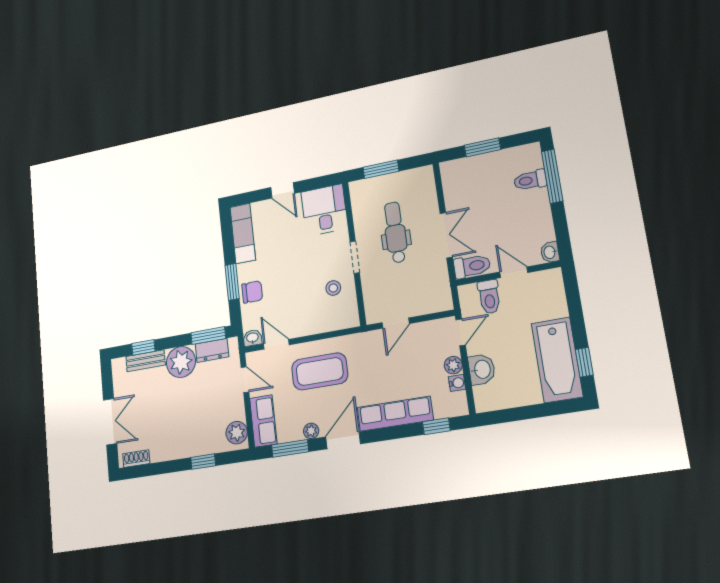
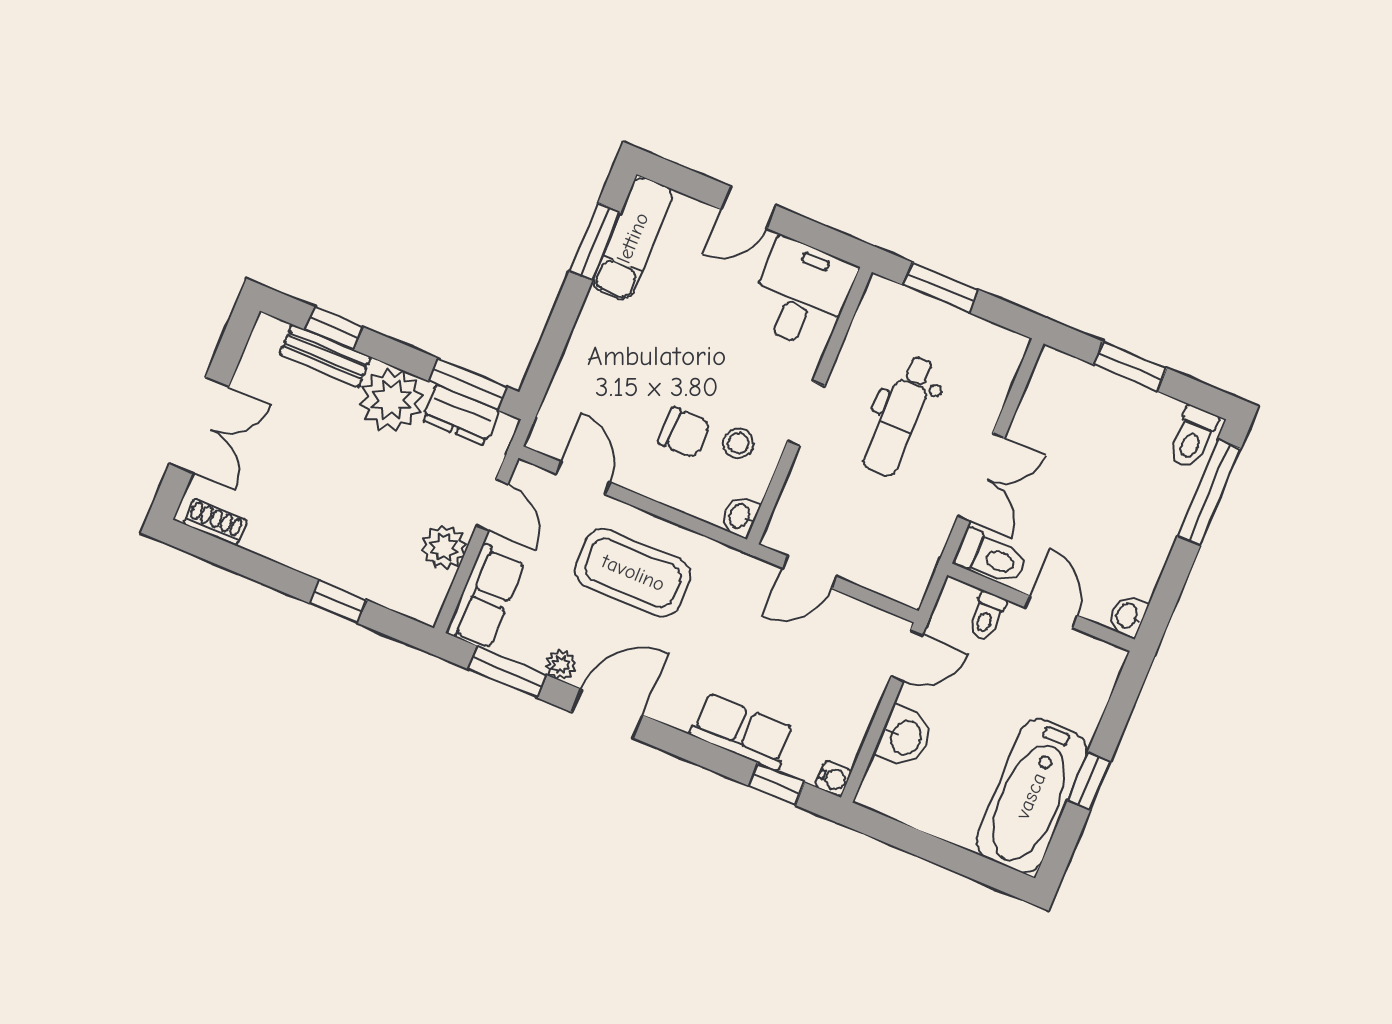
toilet: (530, 180) -> (1193, 438), moved, turned -90
door: (283, 190) -> (749, 207), hinge flipped
dental chair: (395, 232) -> (900, 416), turned 180
window: (232, 282) -> (595, 242), moved
chair: (252, 292) -> (684, 433), moved
toilet: (489, 297) -> (987, 616), width x0.73, depth x0.72
washbasin: (252, 338) -> (740, 516), moved, turned -90
window: (584, 362) -> (1089, 781), moved
plant: (453, 365) -> (863, 702), removed
water cooler: (457, 383) -> (833, 779), moved
row of seats: (395, 414) -> (742, 731), width x0.68
plant: (237, 433) -> (444, 547), moved

